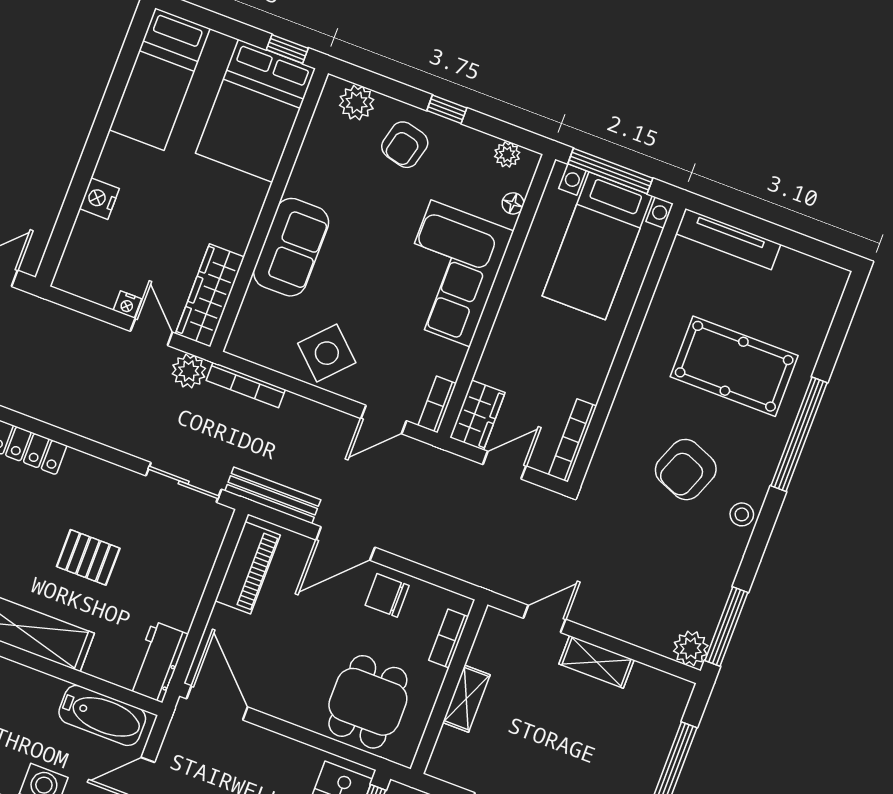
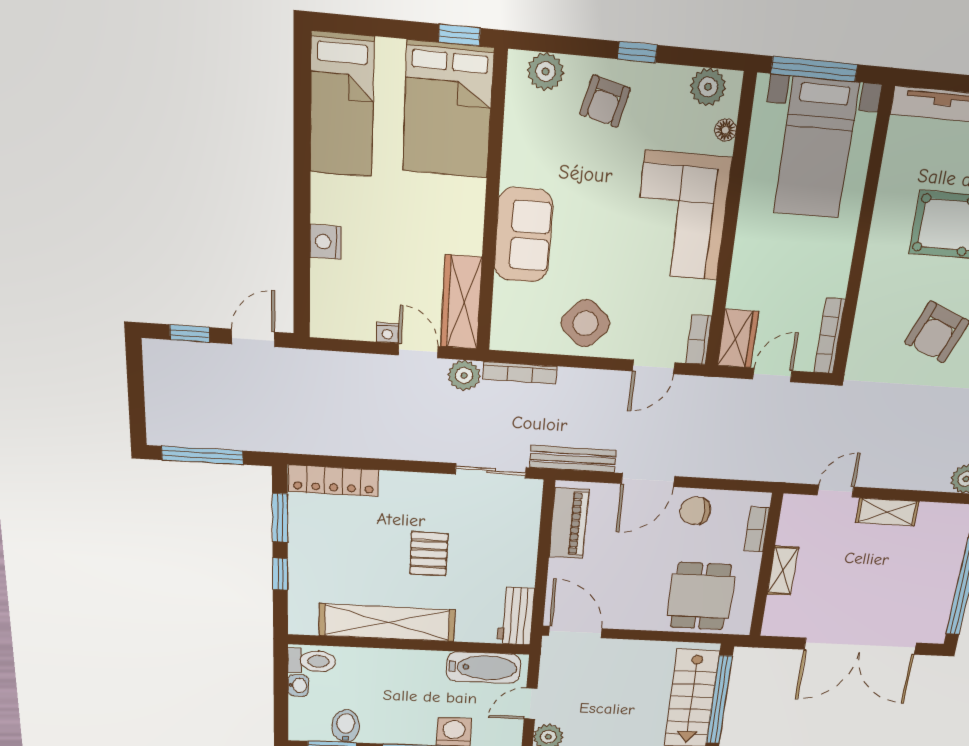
plant: (507, 154) -> (708, 87), width x1.38, depth x1.38
pallet: (88, 557) -> (429, 554), turned 90

